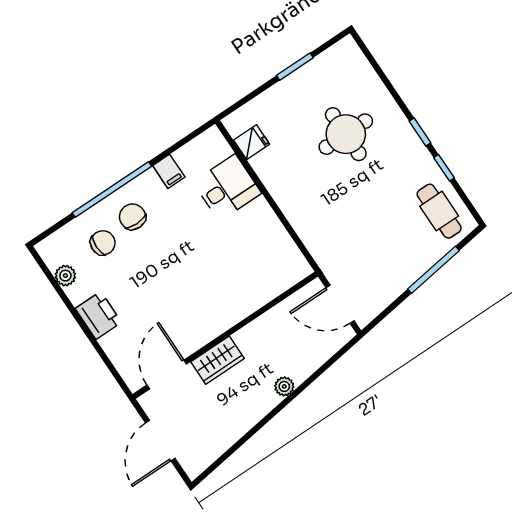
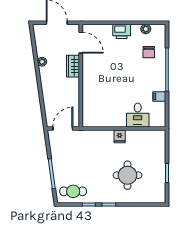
fridge: (252, 142) -> (120, 136), moved
chair: (132, 217) -> (151, 71), removed
plant: (284, 386) -> (42, 62), moved

